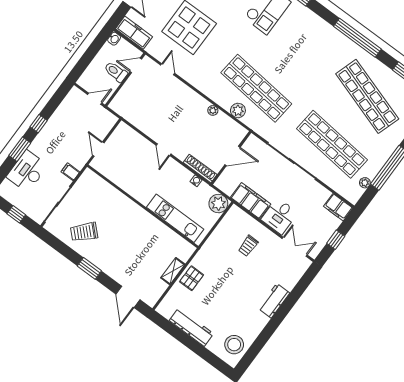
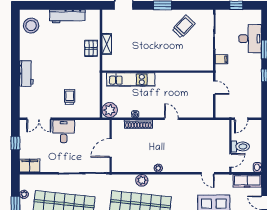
door: (232, 156) -> (111, 148), moved
wall: (231, 158) -> (111, 146), moved
filing cabinet: (251, 201) -> (90, 127), removed

